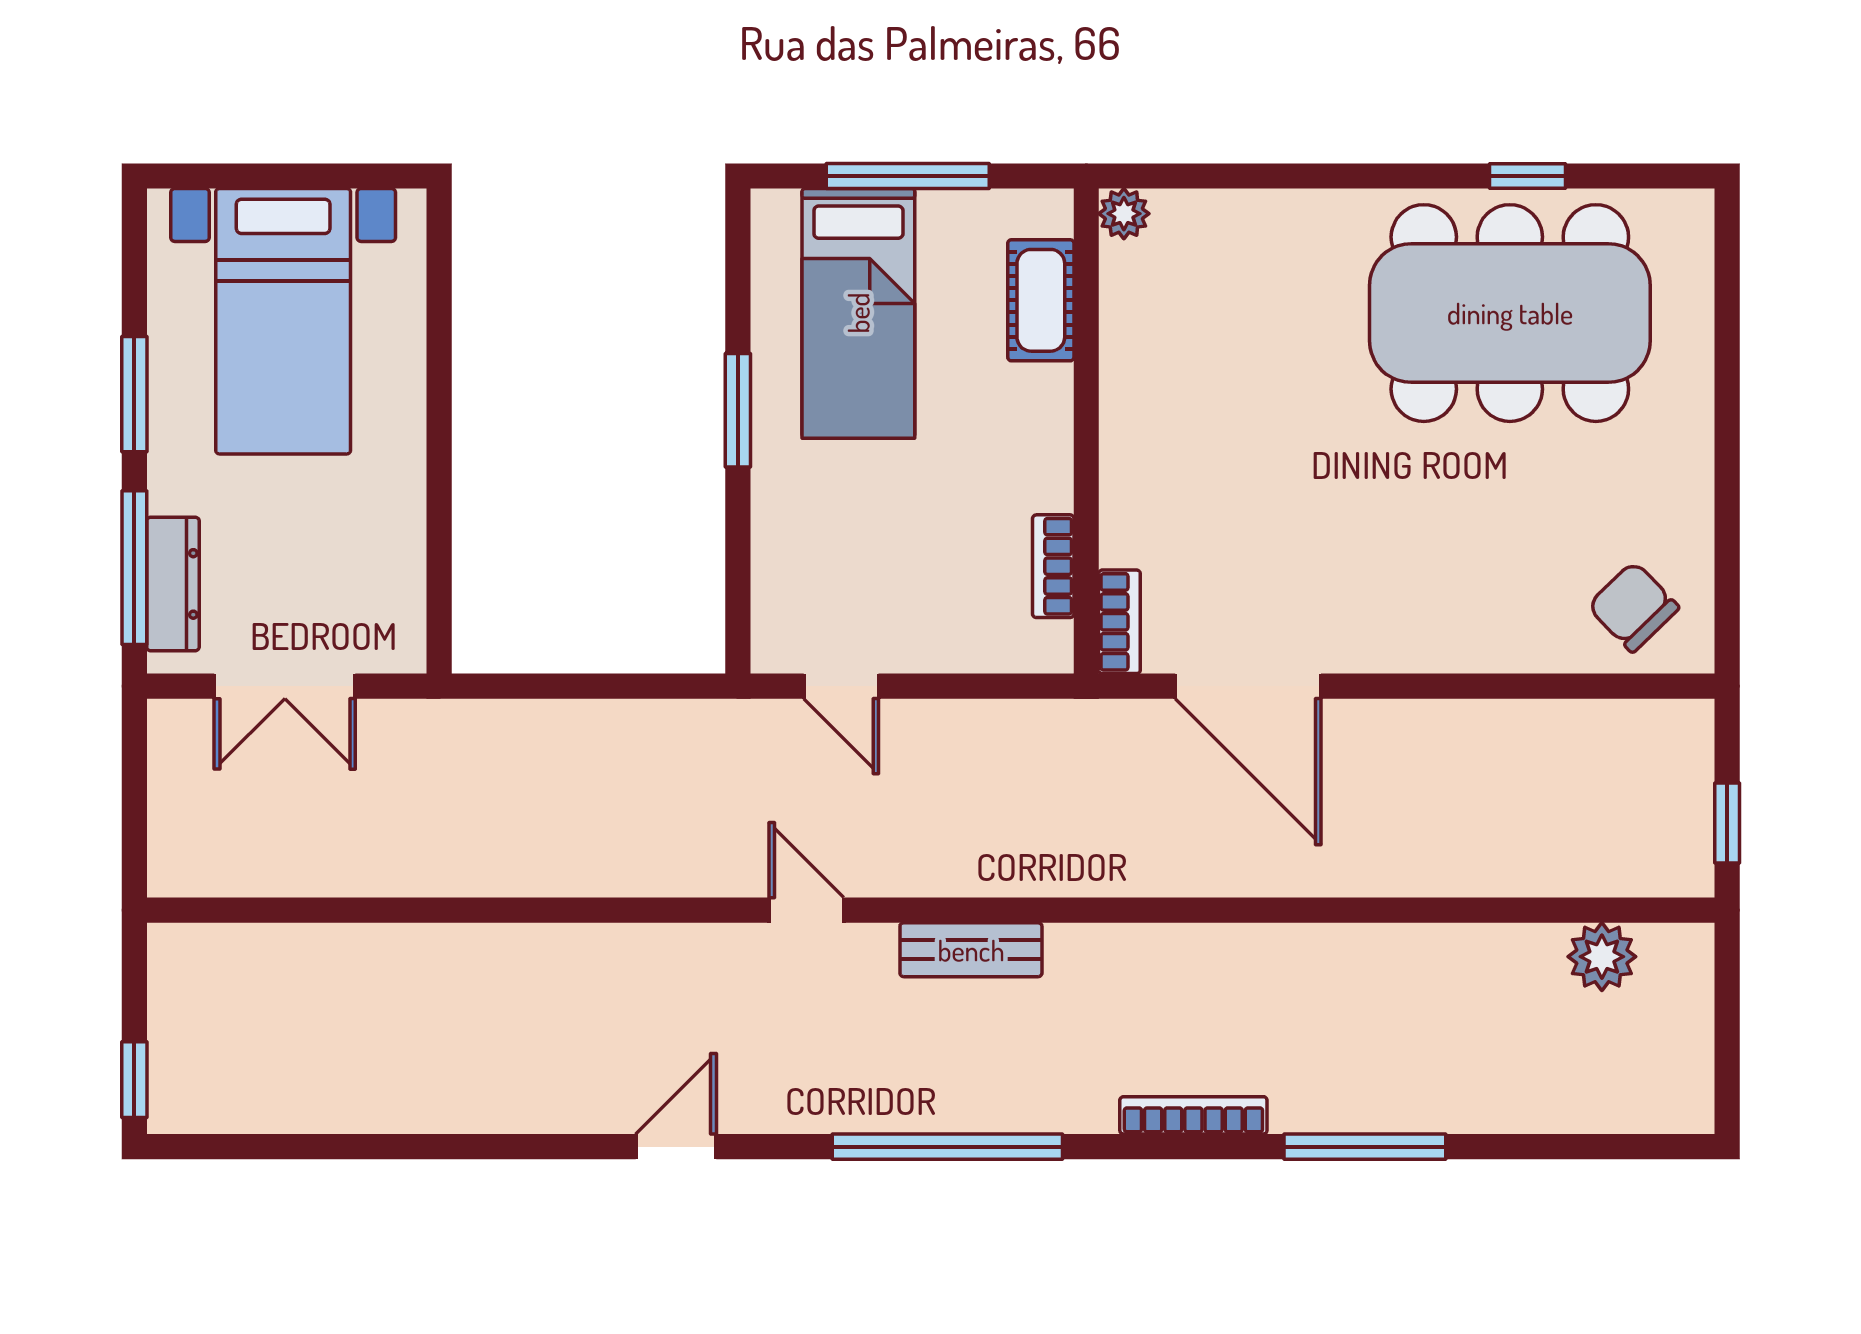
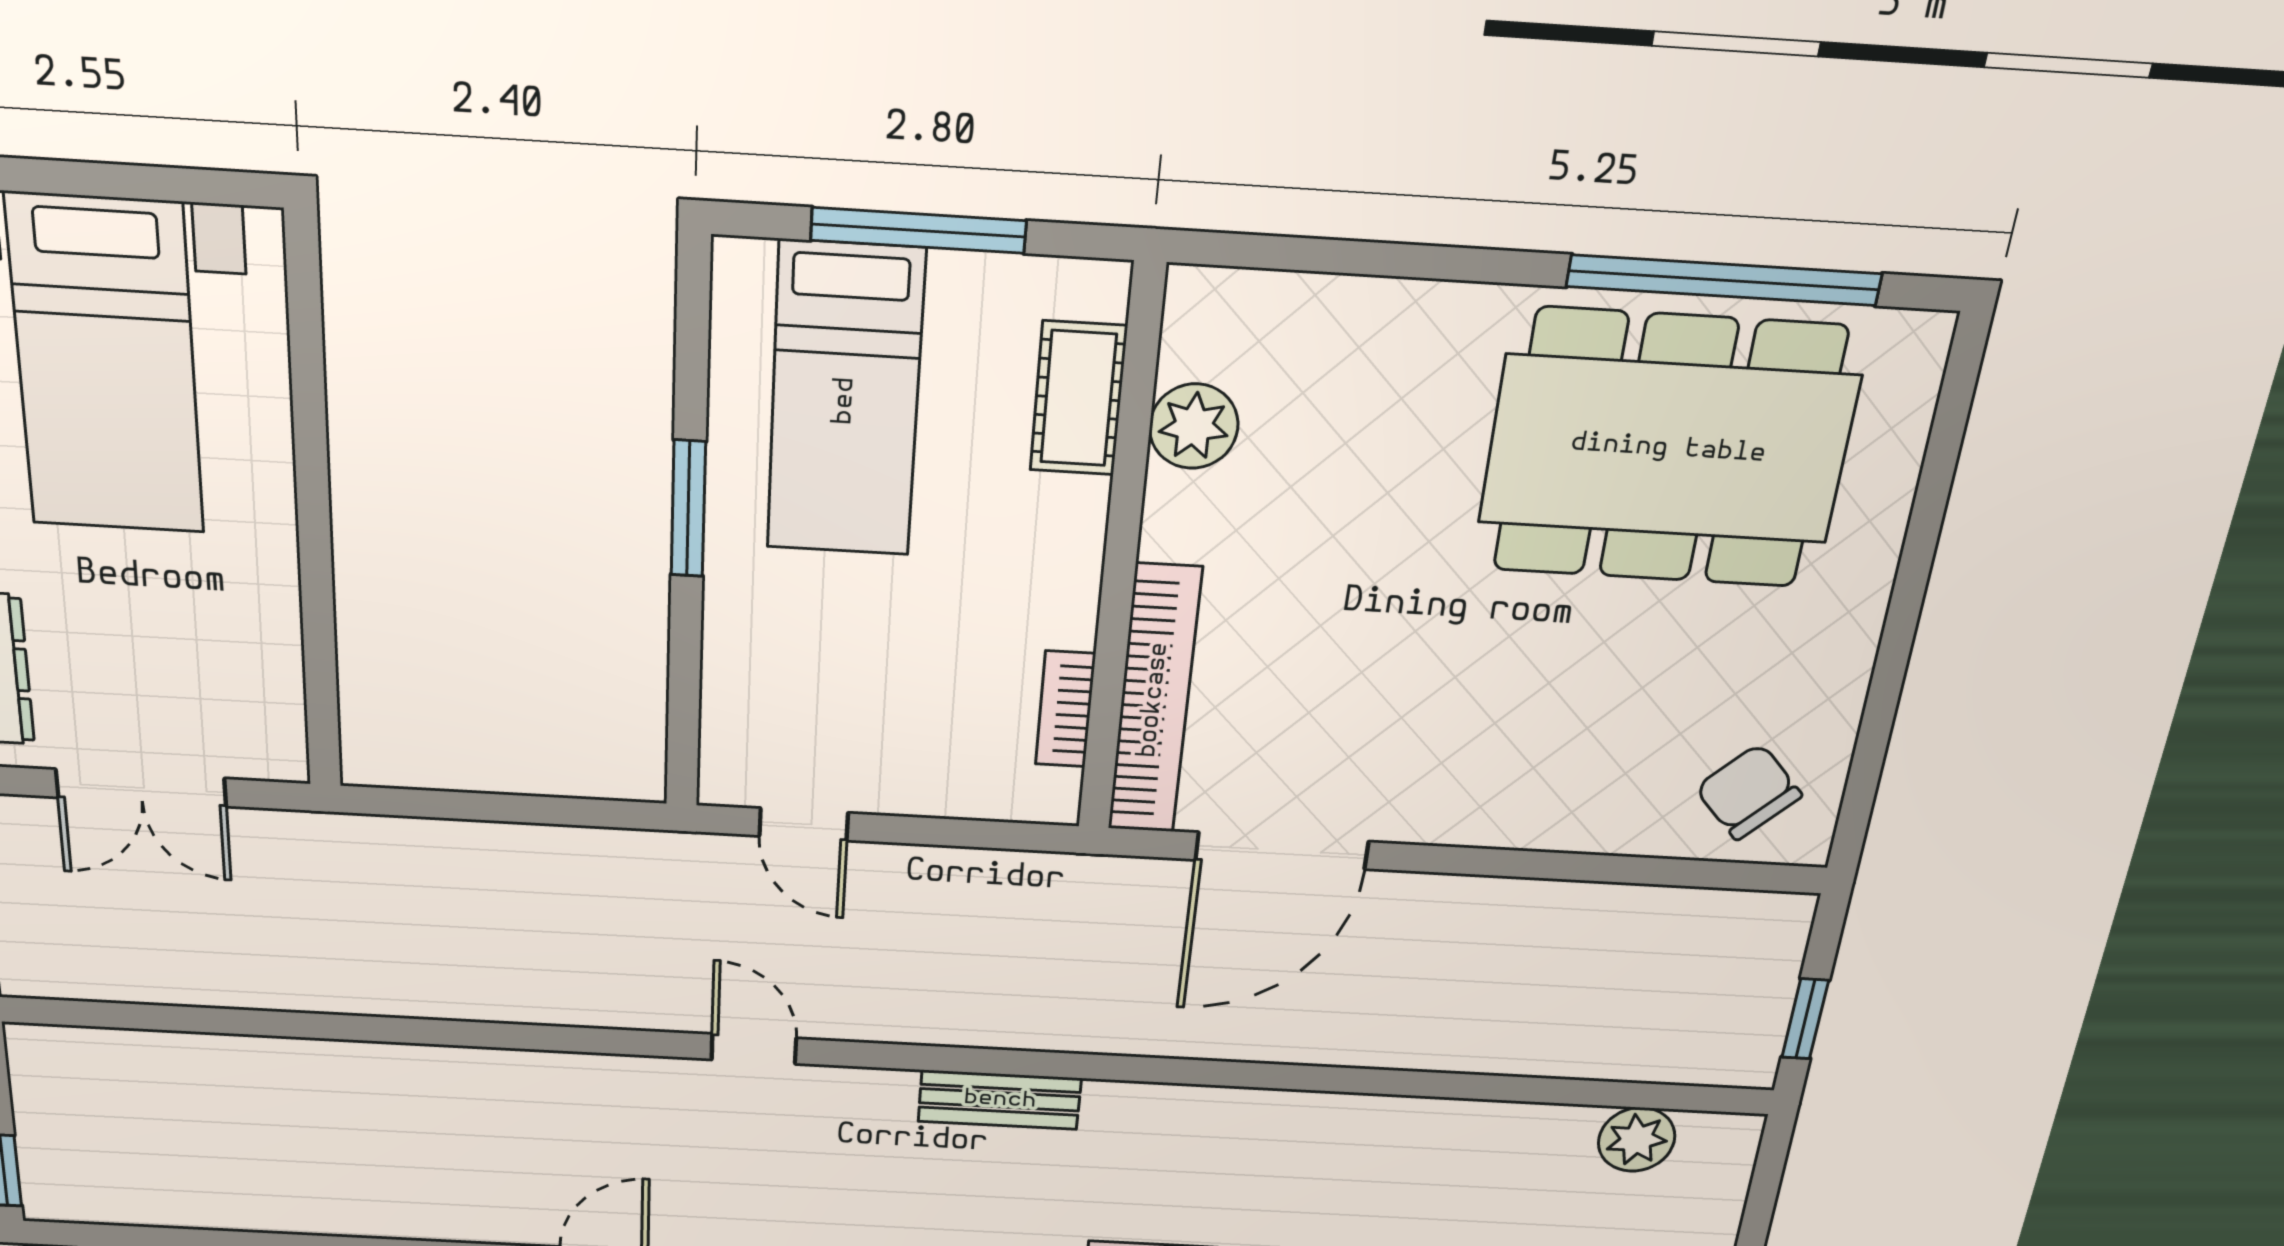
window: (1527, 176) -> (1724, 280), width x3.17
plant: (1124, 214) -> (1194, 426), moved, width x1.38, depth x1.38
bookcase: (1119, 622) -> (1154, 700), width x2.31, depth x1.31
door: (1248, 686) -> (1282, 851), hinge flipped
bench: (971, 950) -> (1000, 1100), moved

